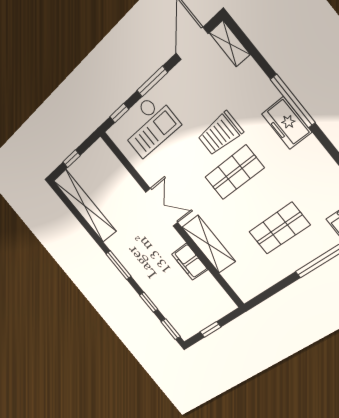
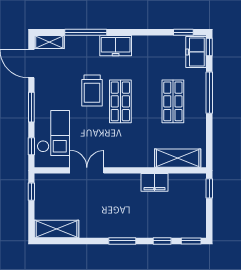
window: (293, 101) -> (86, 32), moved
window: (71, 159) -> (31, 192), moved
shelving: (85, 206) -> (57, 229), width x0.68
double door: (162, 207) -> (87, 170), moved
shelving: (209, 244) -> (178, 158), moved
window: (210, 329) -> (209, 188), moved

